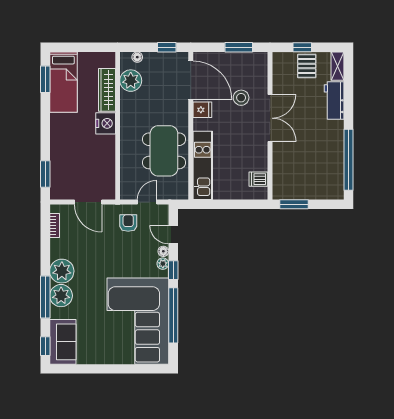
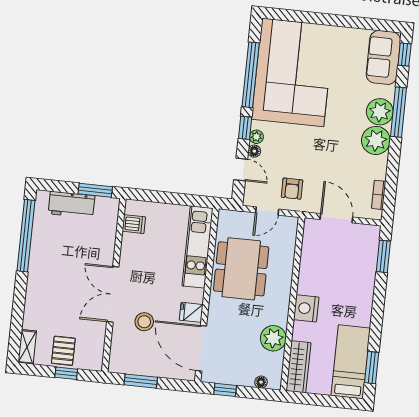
plant: (131, 81) -> (273, 338), moved
wardrobe: (107, 90) -> (298, 367), moved
workbench: (334, 100) -> (72, 205), moved, turned 90

